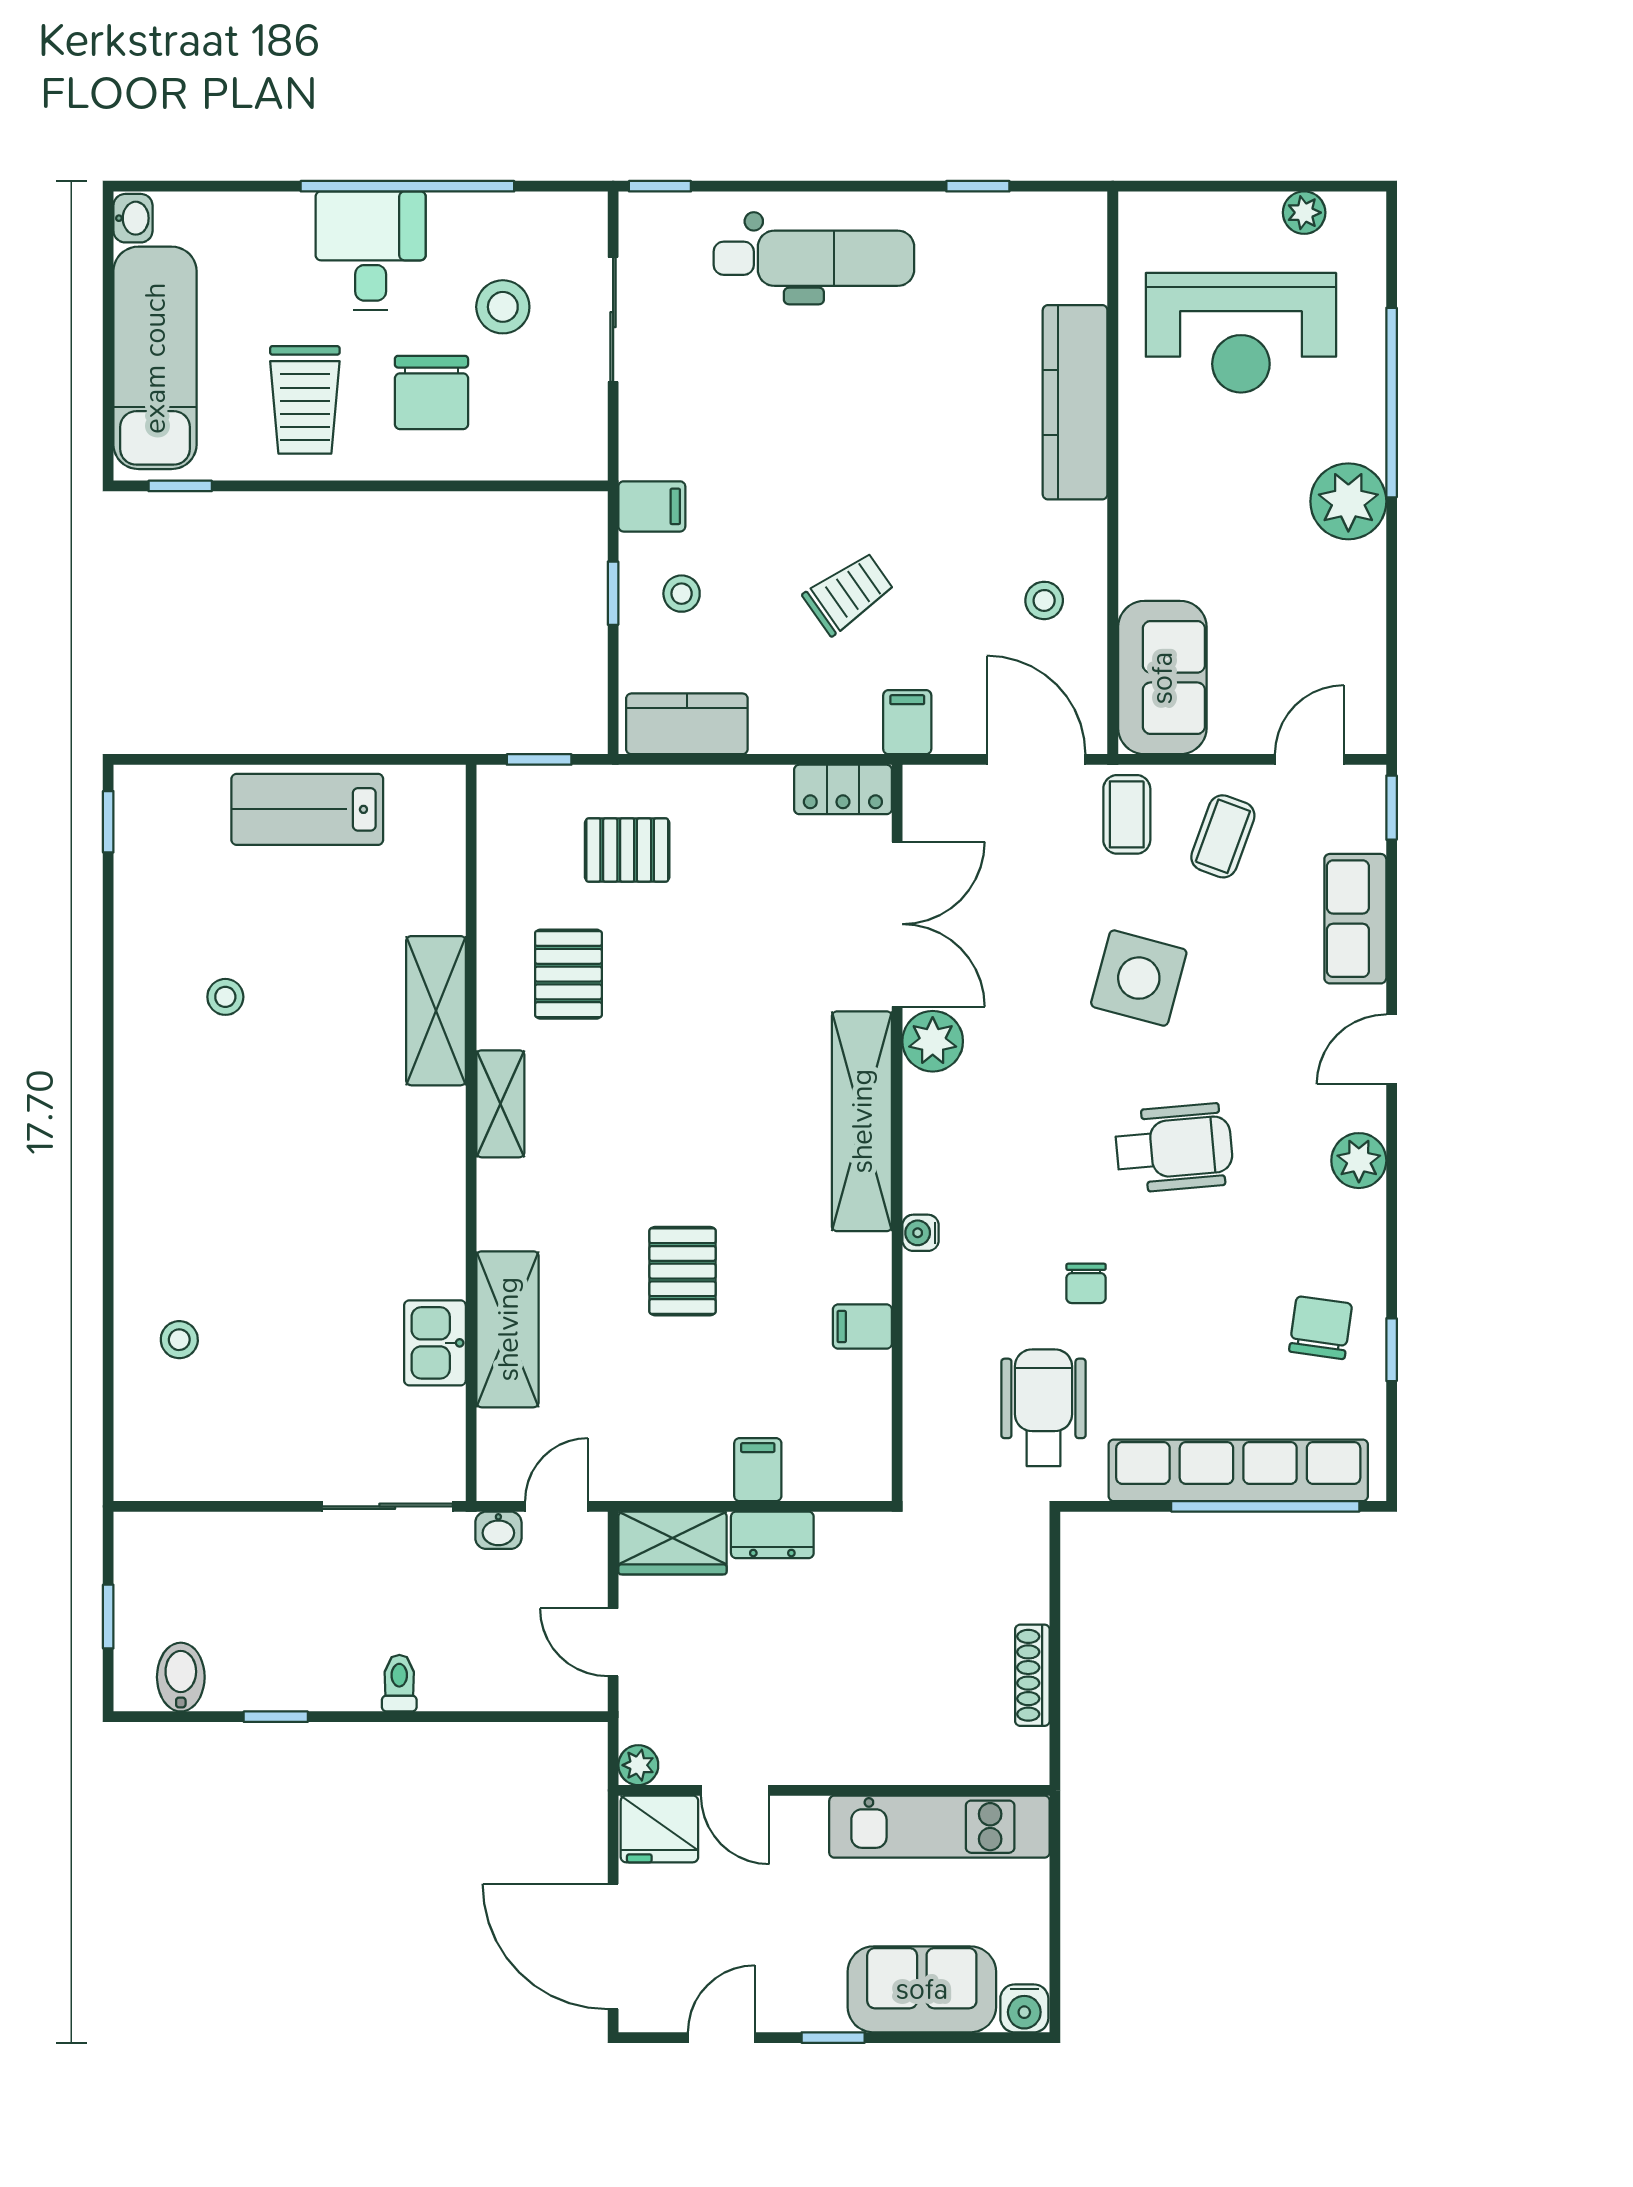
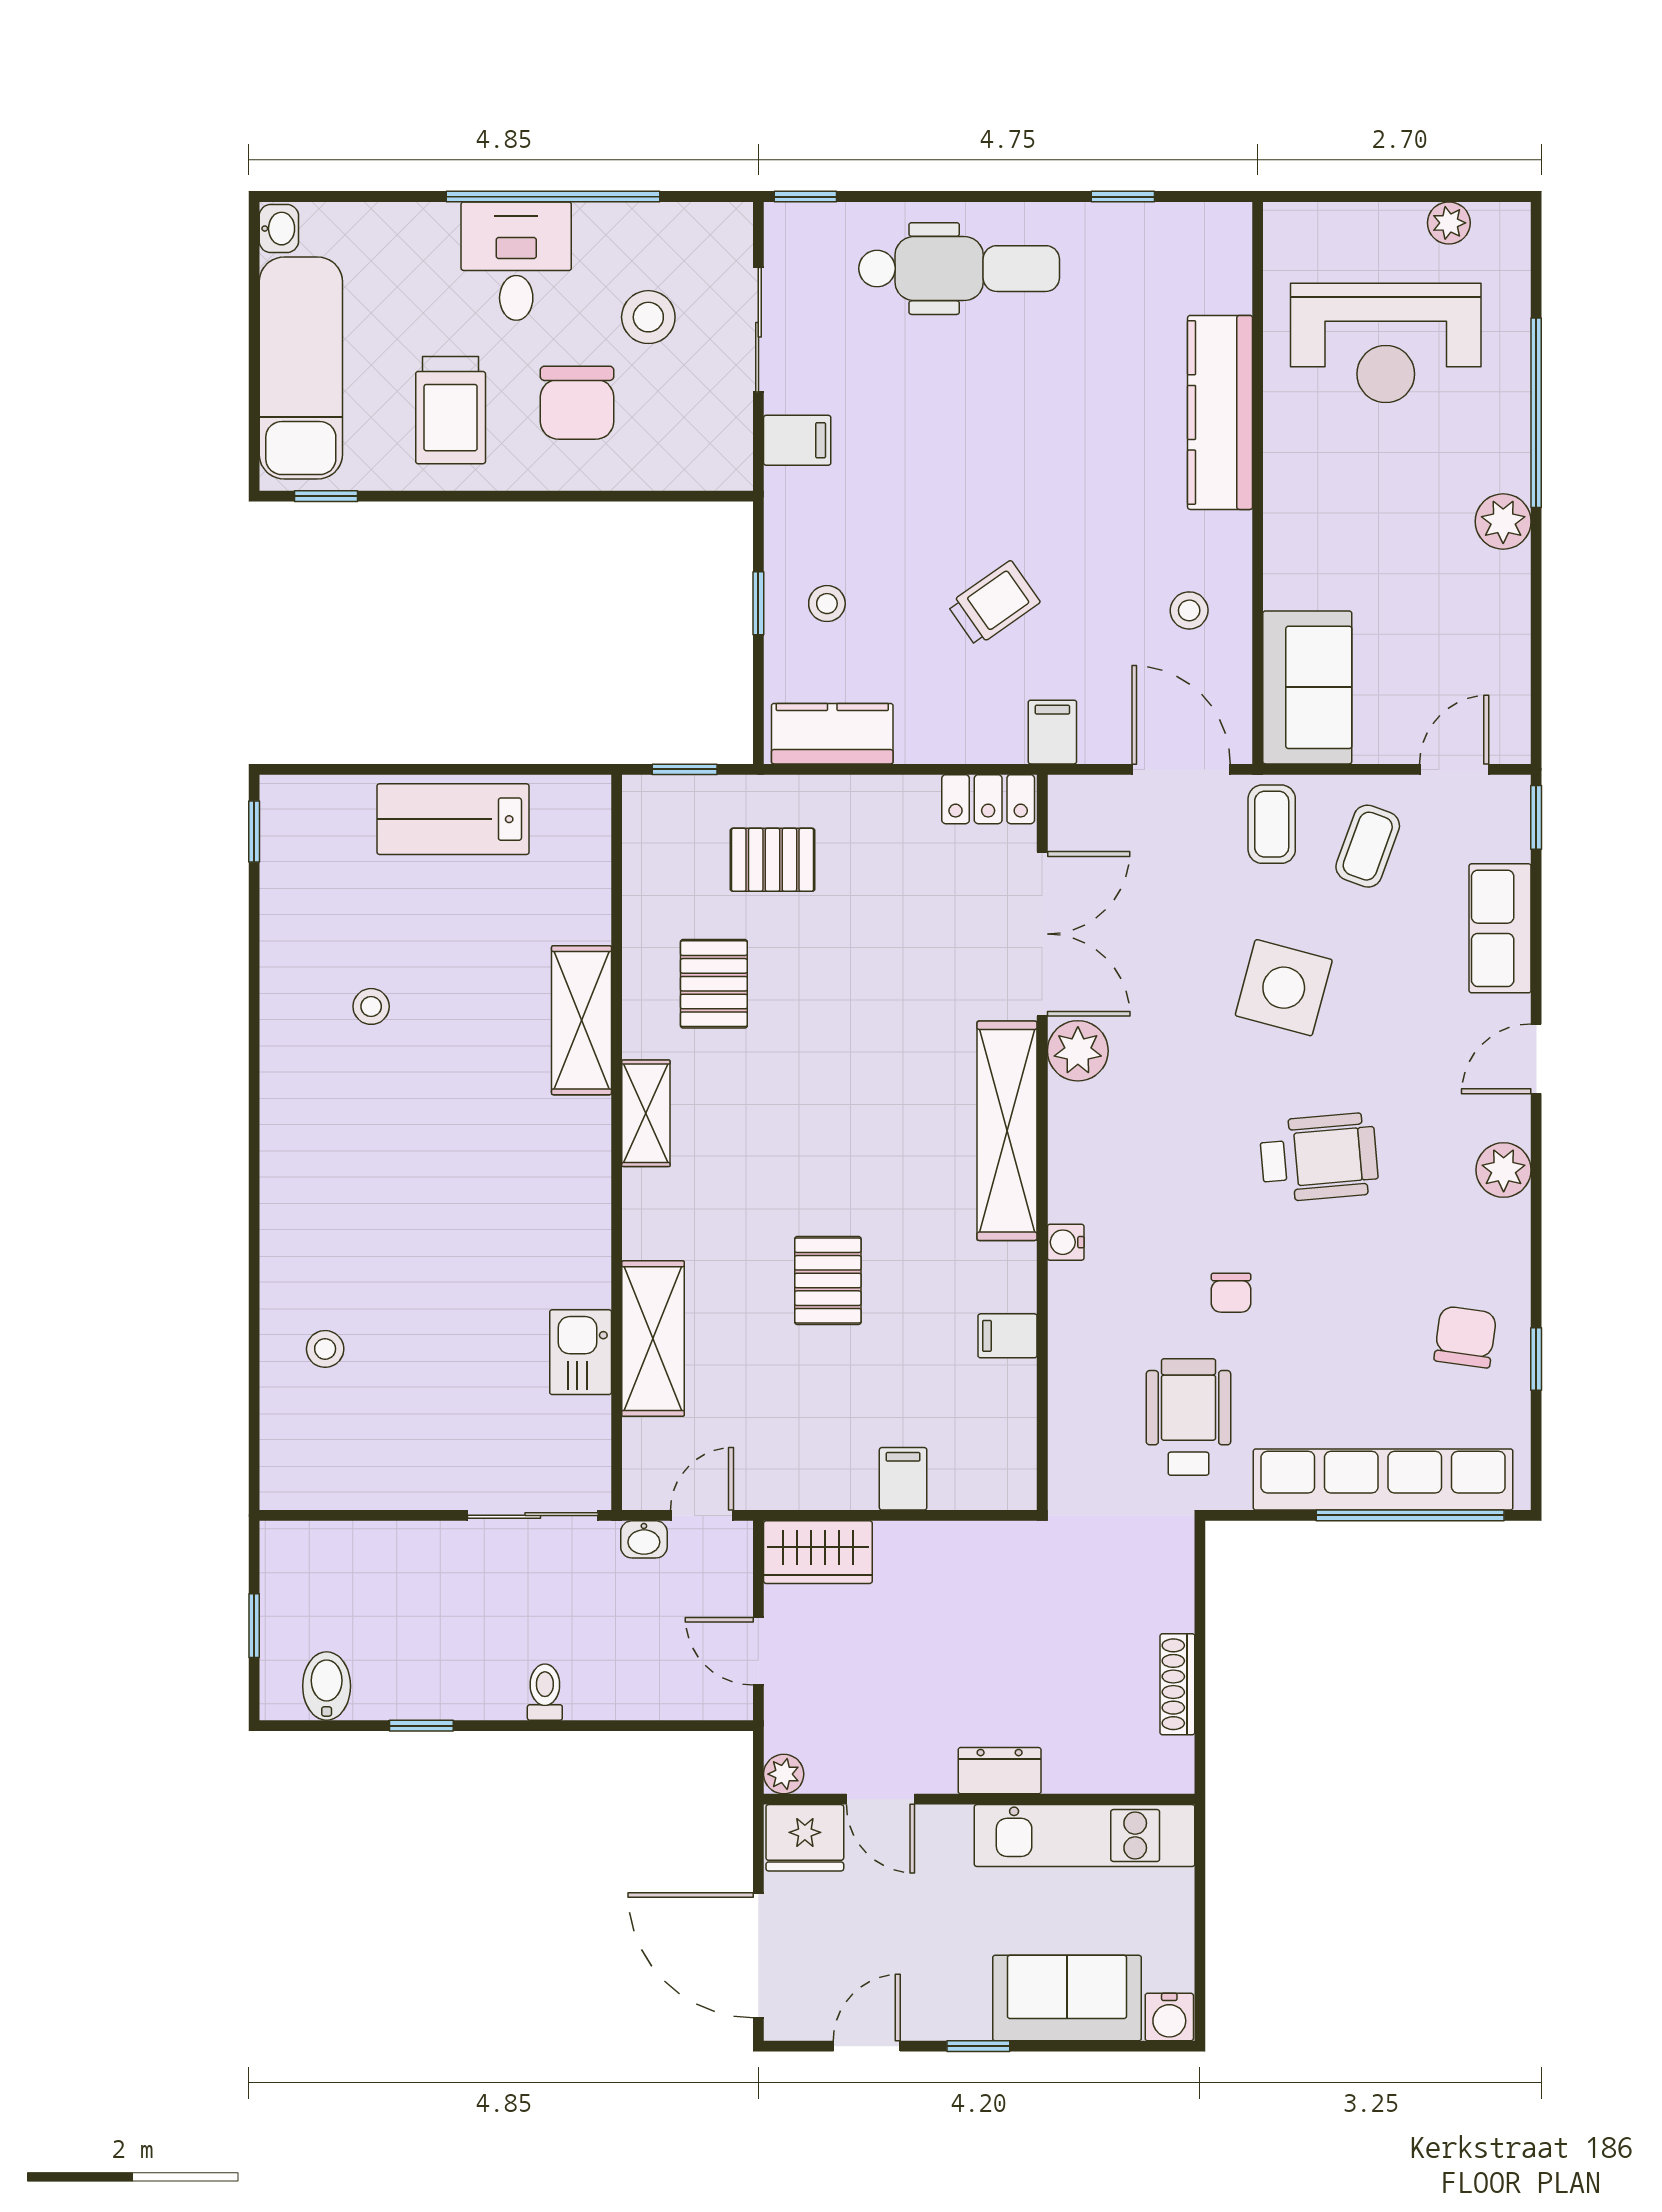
plant: (1348, 501) -> (1503, 521), width x0.73, depth x0.73
filing cabinet: (652, 506) -> (797, 440), moved
dresser: (772, 1535) -> (1000, 1771), moved, turned 180

